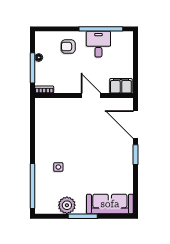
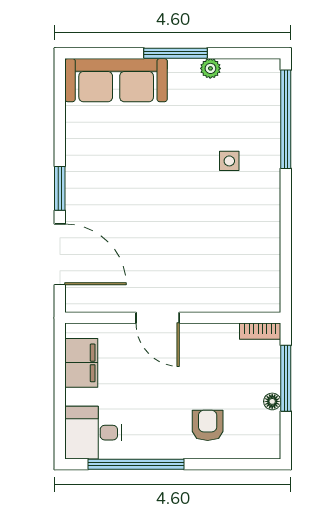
desk: (98, 44) -> (93, 433), moved, turned 90
armchair: (68, 47) -> (208, 425), turned -90
filing cabinet: (121, 86) -> (81, 363), moved, turned -90
plant: (67, 205) -> (210, 68), width x0.53, depth x0.53

